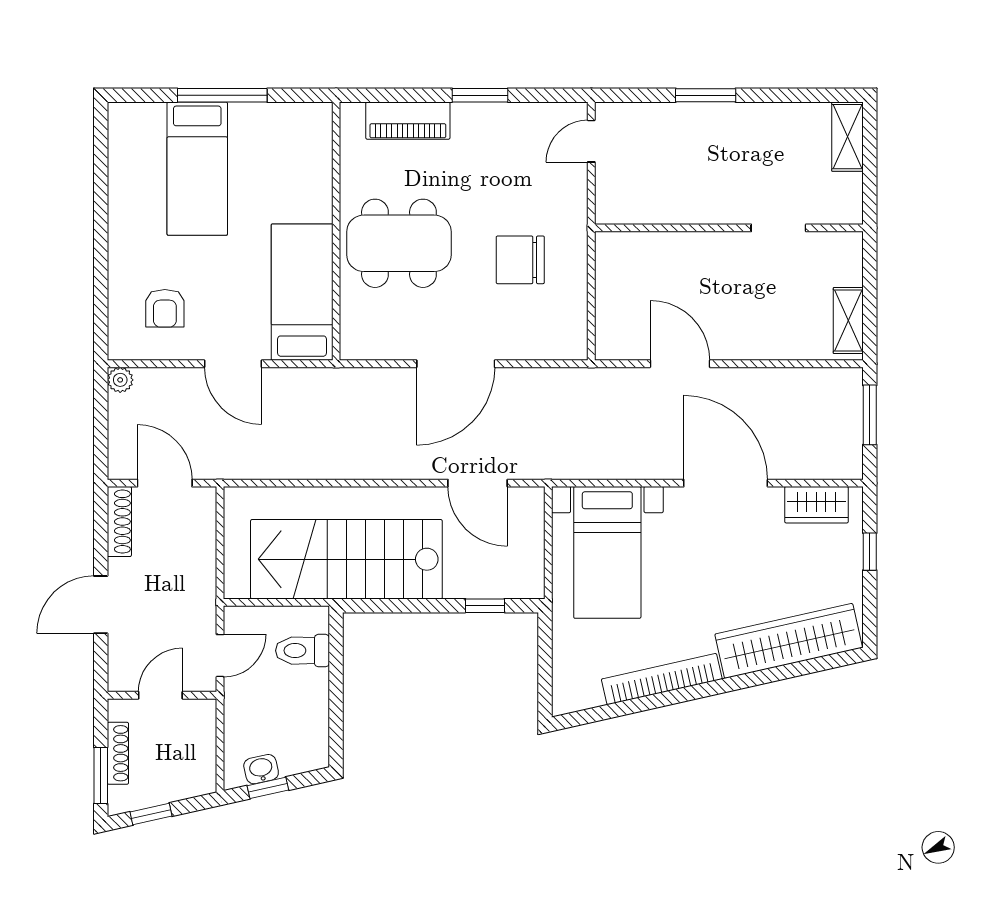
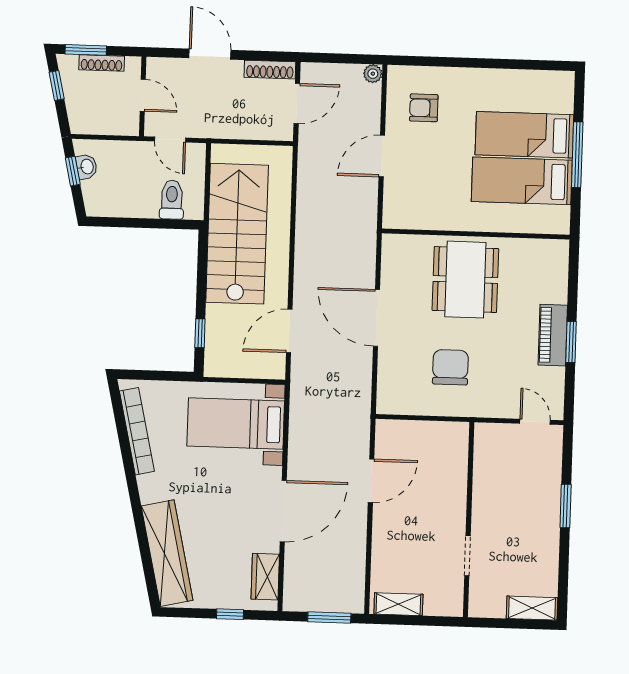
piano: (408, 121) -> (553, 335), moved
bed: (302, 292) -> (522, 181), moved, turned 180
bookcase: (662, 679) -> (137, 431), moved

